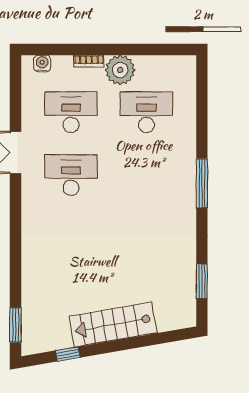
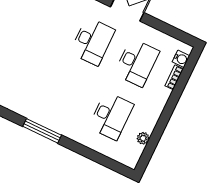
bookcase: (89, 61) -> (174, 77), moved
plant: (120, 70) -> (143, 138), moved, width x0.53, depth x0.53

